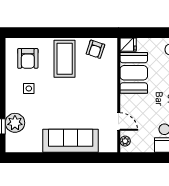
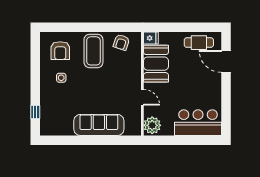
door: (119, 122) -> (142, 97), moved
plant: (15, 123) -> (49, 109), removed
plant: (125, 141) -> (152, 125), width x1.88, depth x1.88

